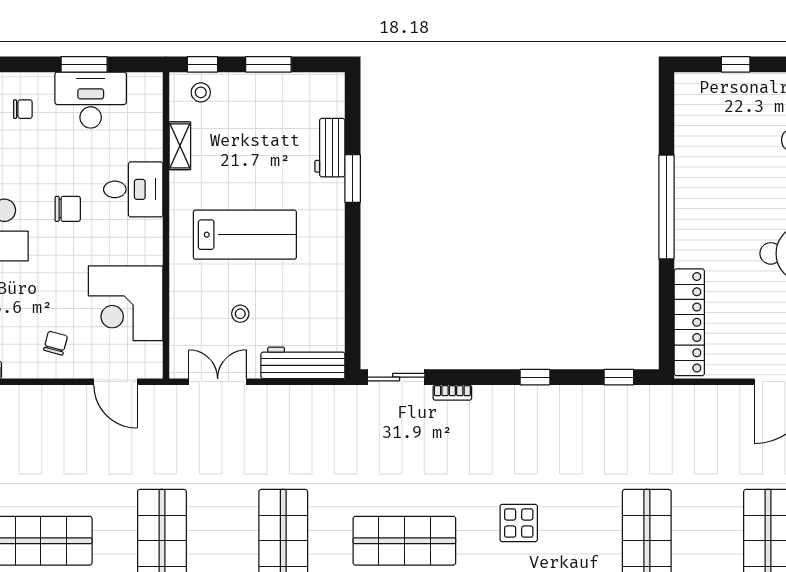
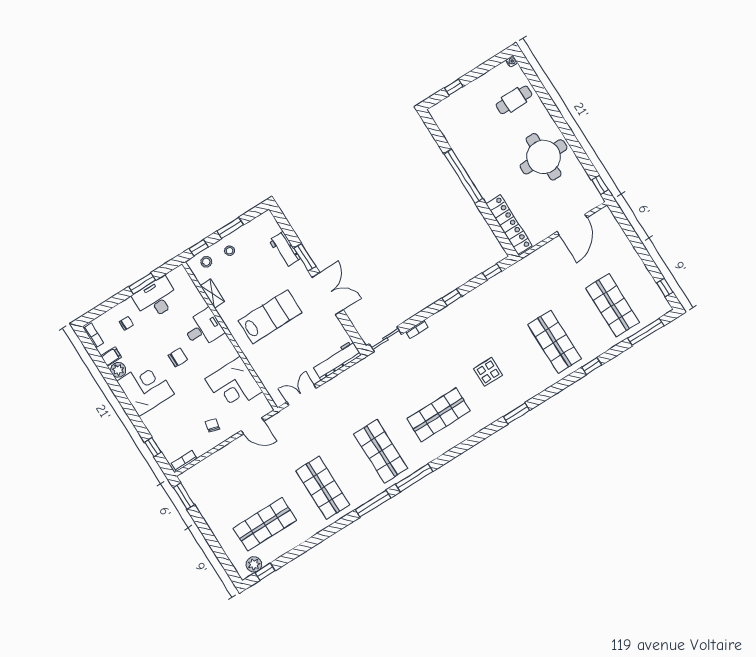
double door: (353, 254) -> (328, 293), added
stool: (240, 314) -> (230, 251), moved

